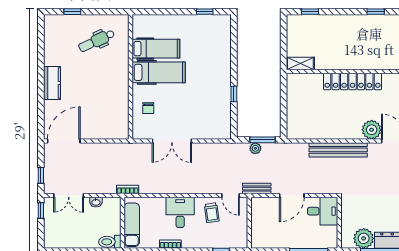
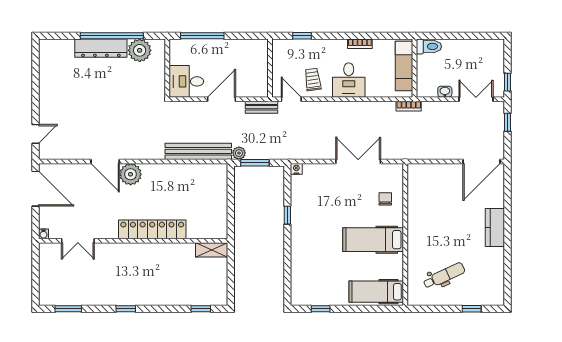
hospital bed: (156, 49) -> (376, 292), moved
nightstand: (226, 135) -> (296, 169), added
plant: (255, 148) -> (239, 153), moved
bench: (338, 150) -> (198, 151), moved

